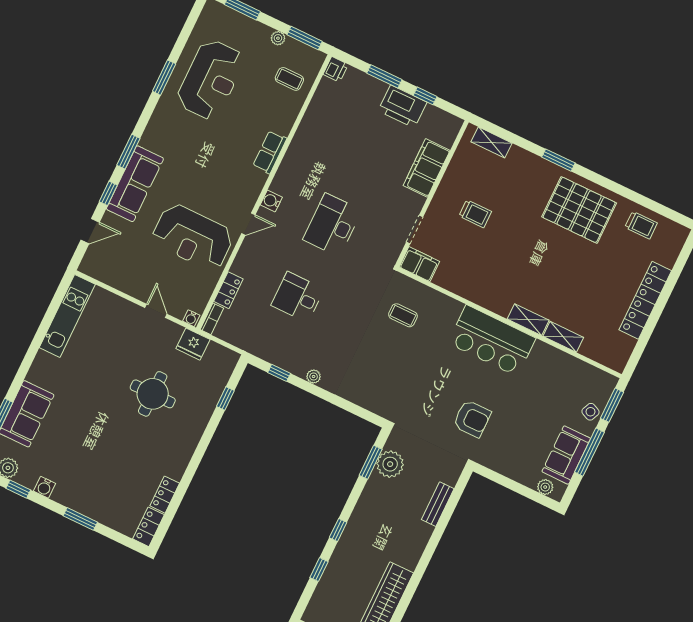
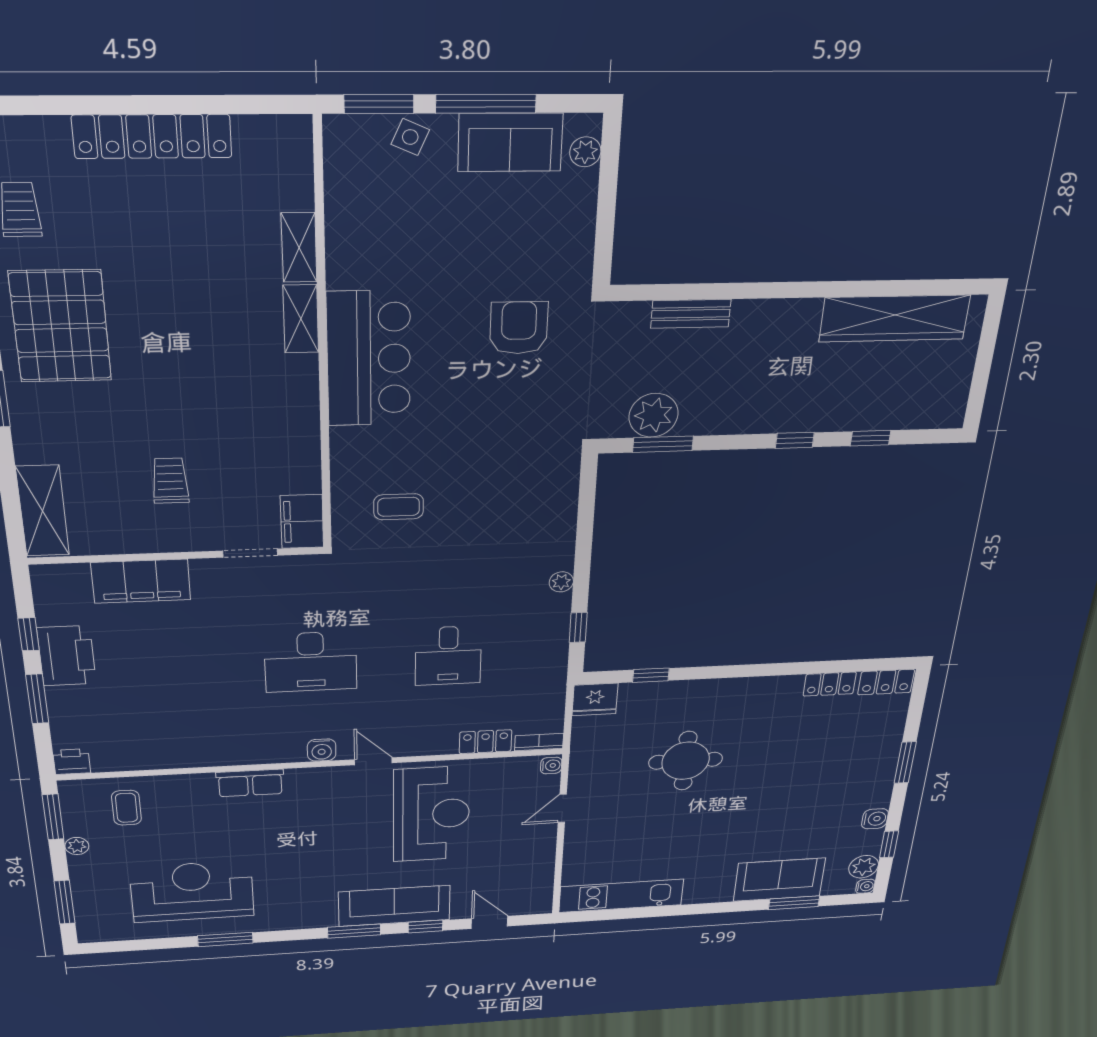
shelving: (491, 142) -> (43, 511), width x1.50, depth x1.33
coffee table: (403, 315) -> (399, 507), turned 90
fridge: (193, 344) -> (595, 699), moved, turned 90

